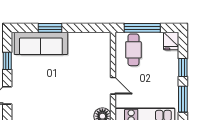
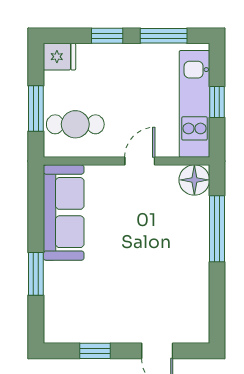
window: (142, 28) -> (36, 109), width x0.69
sofa: (41, 43) -> (64, 213), moved

